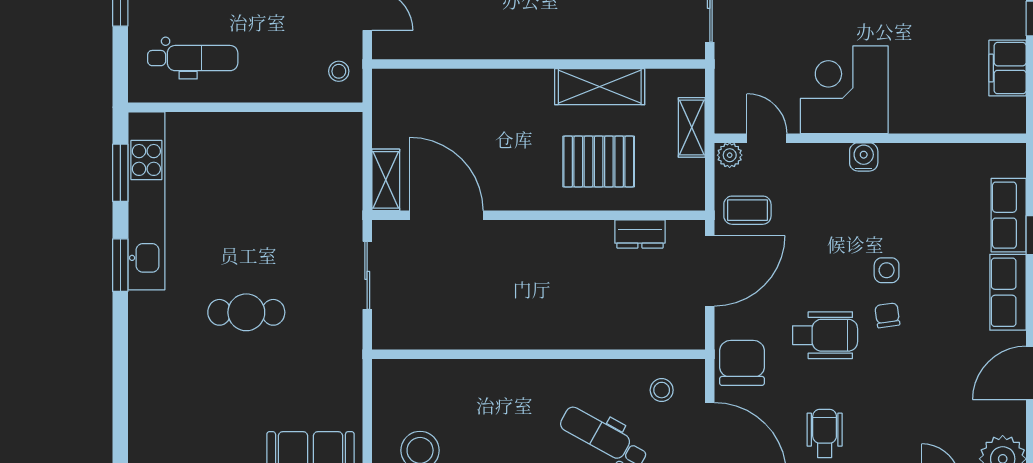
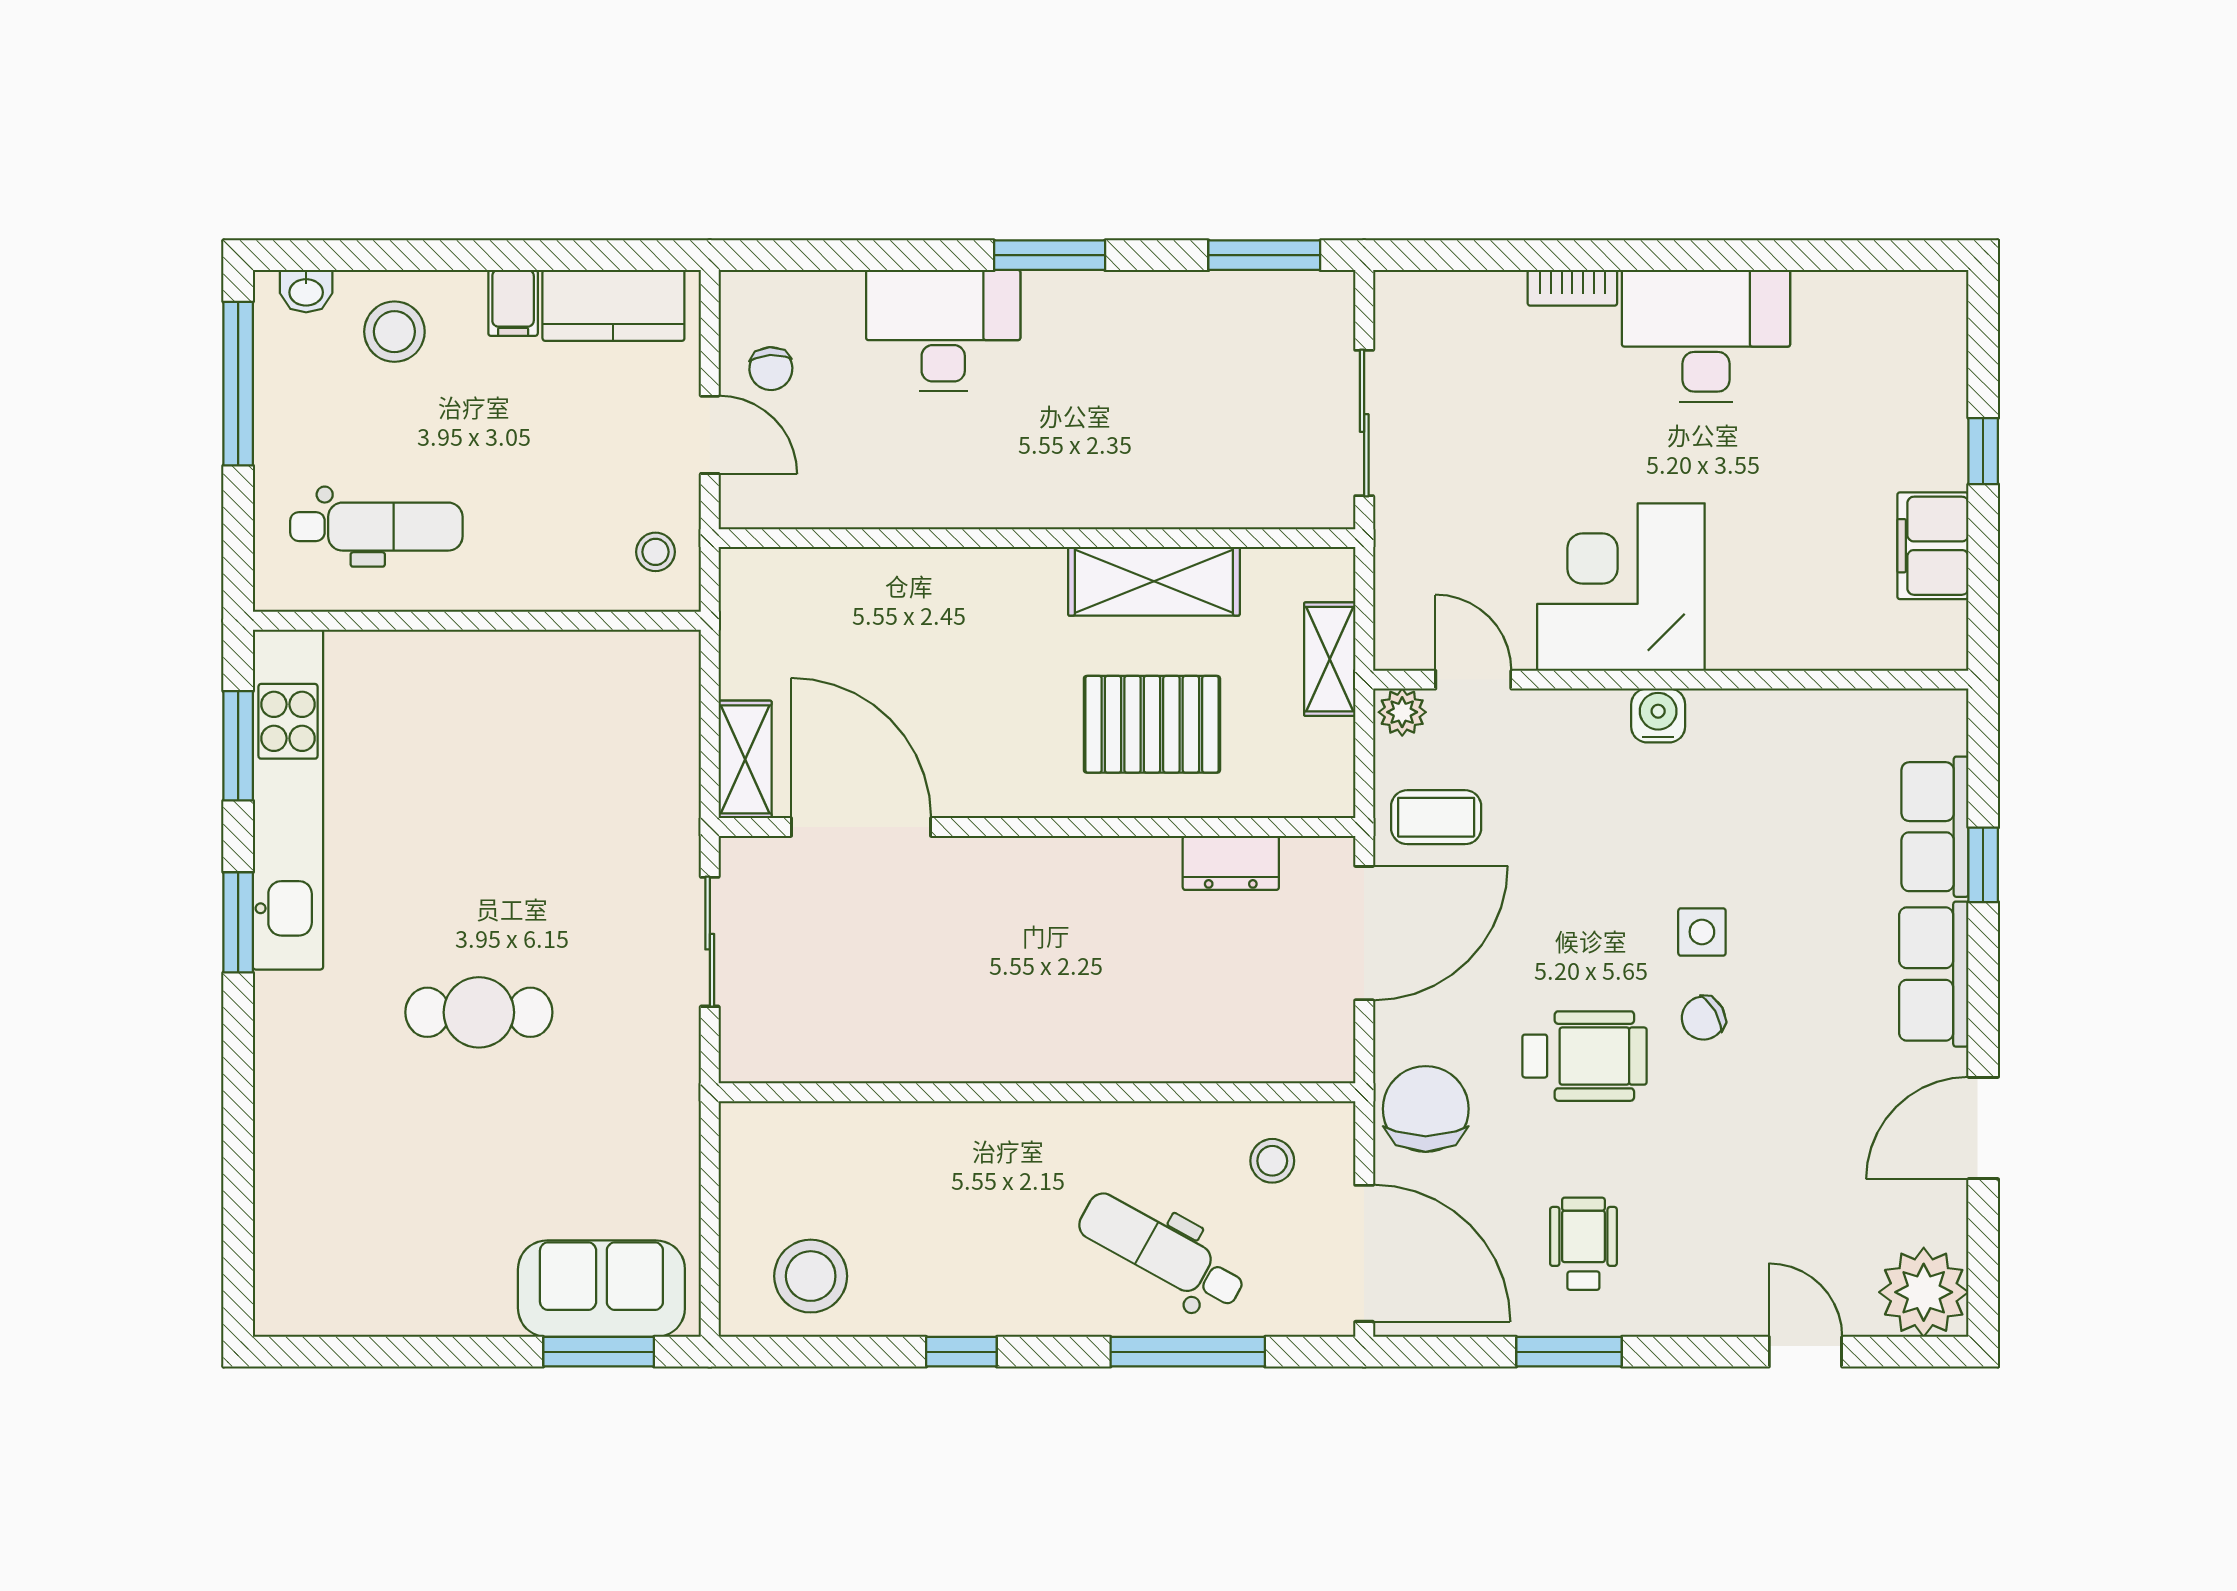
chair: (887, 315) -> (1703, 1018), turned -112

